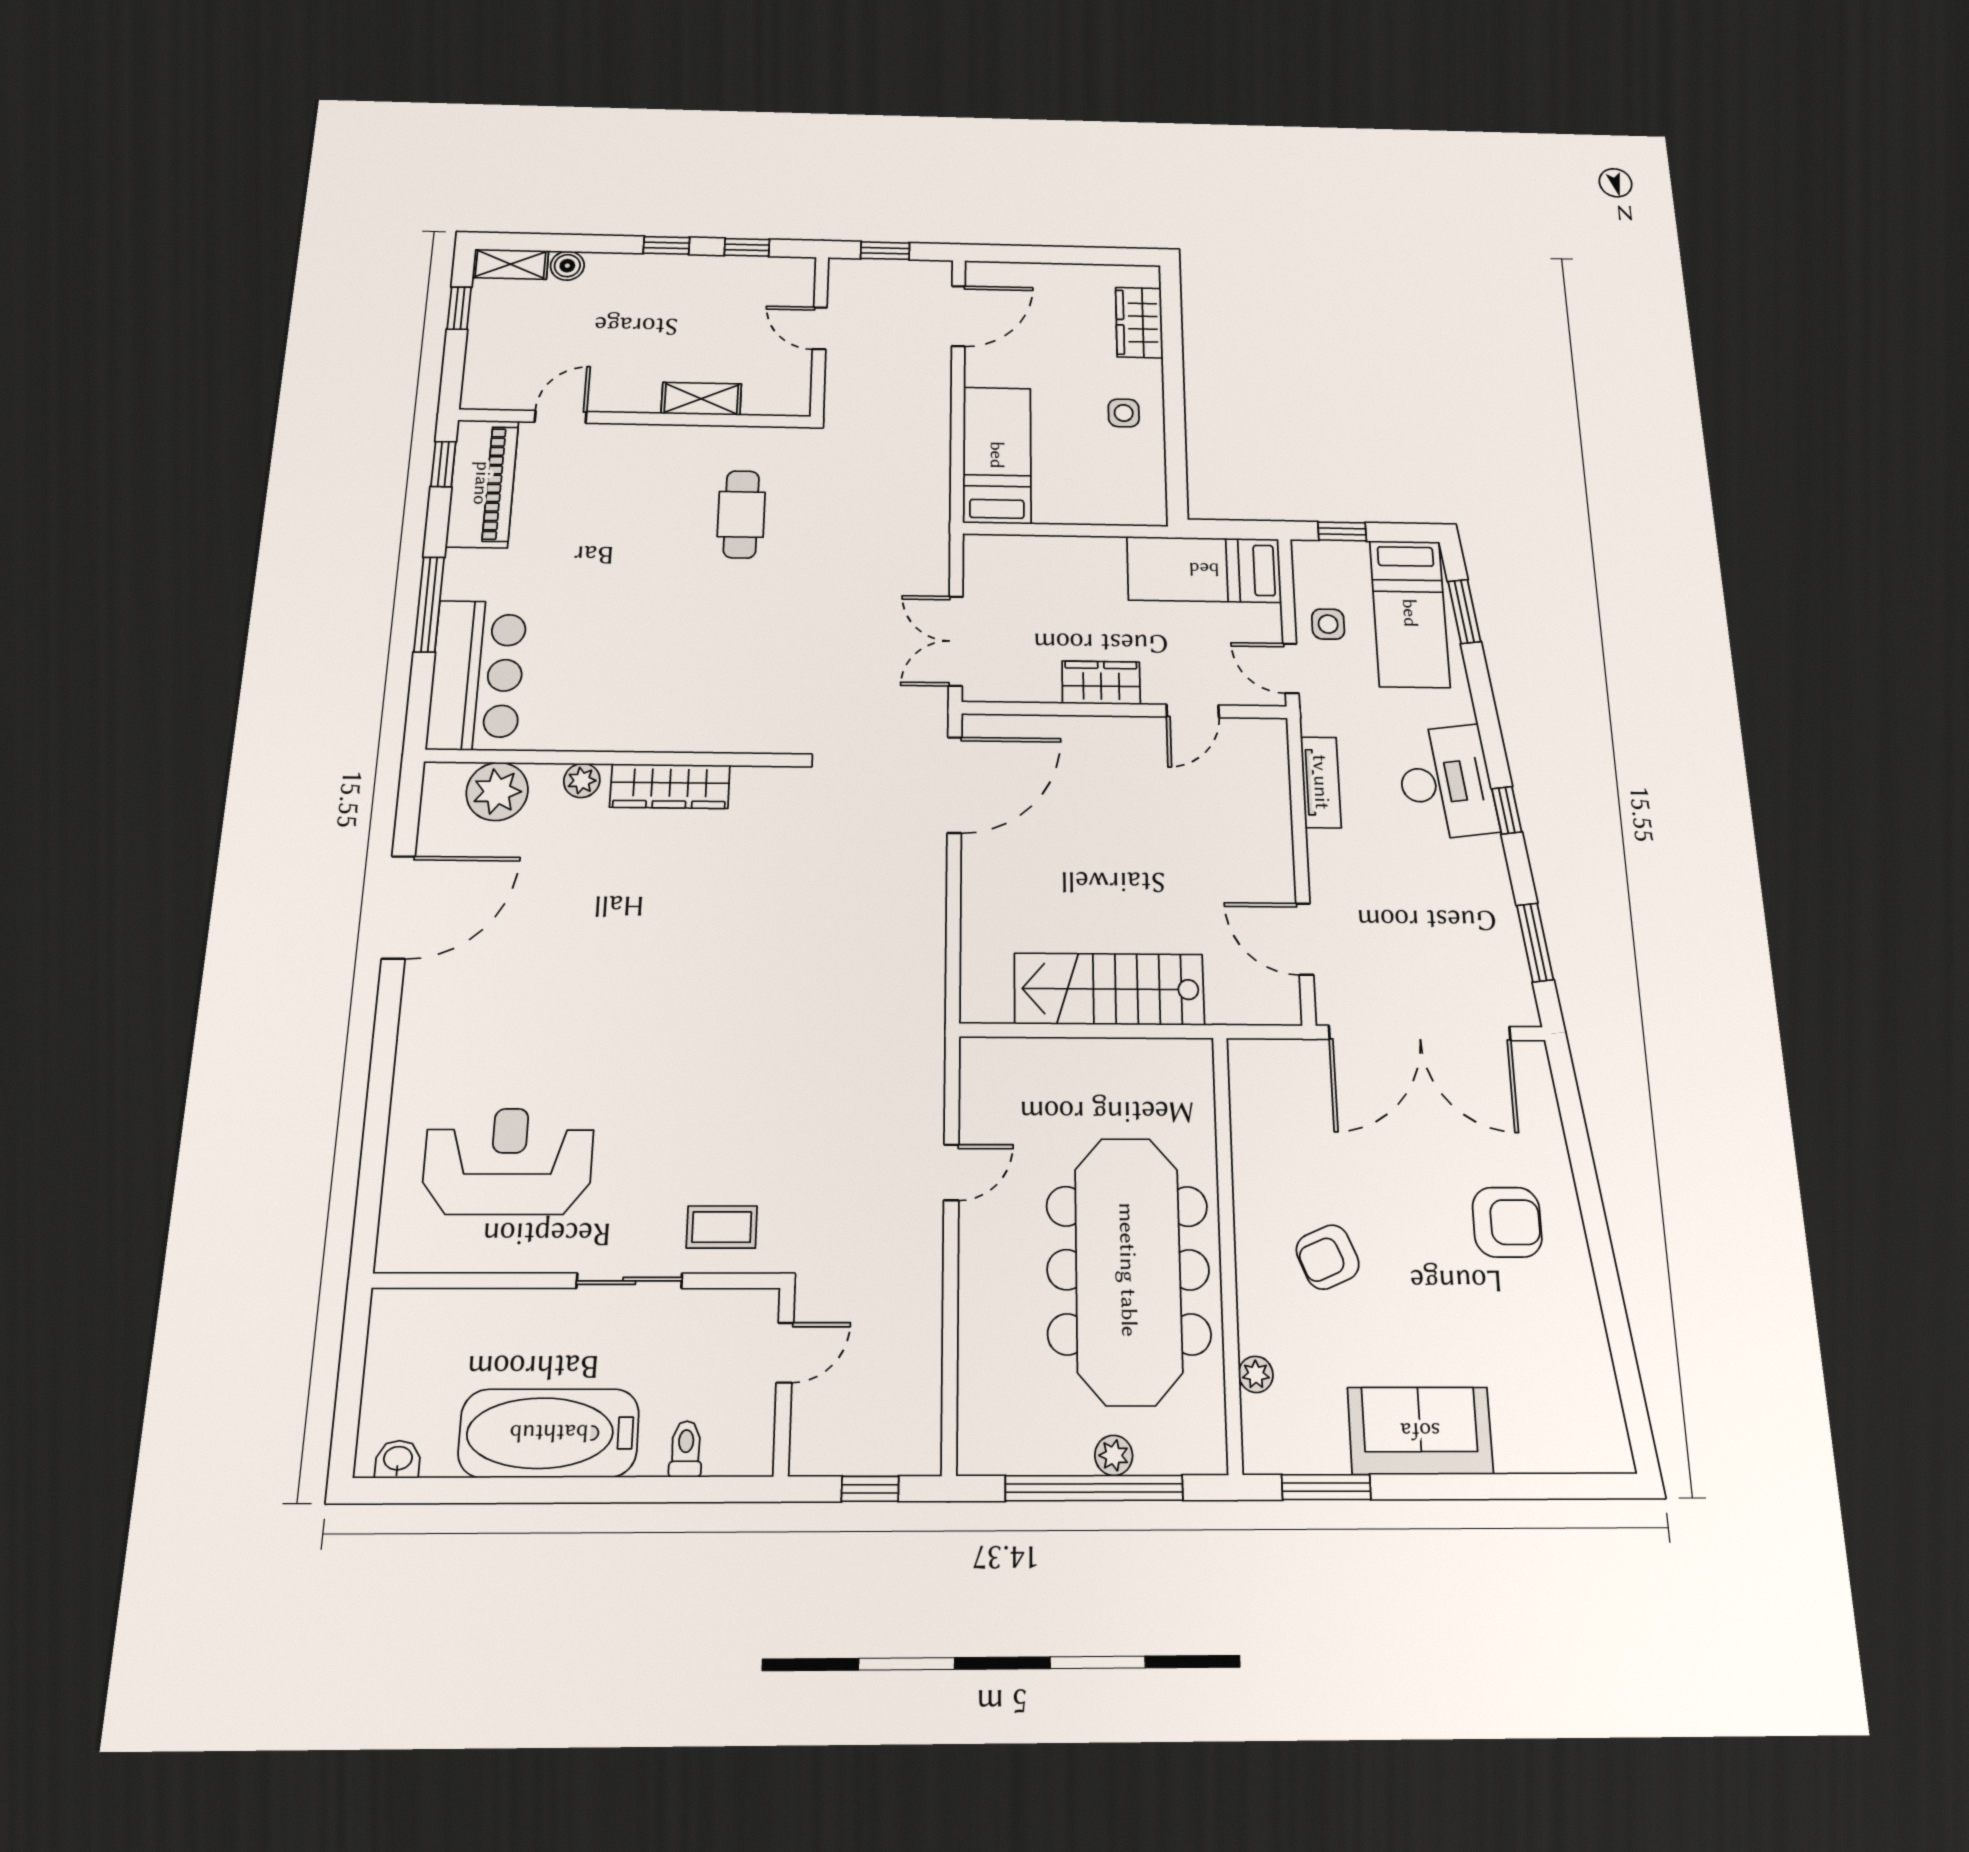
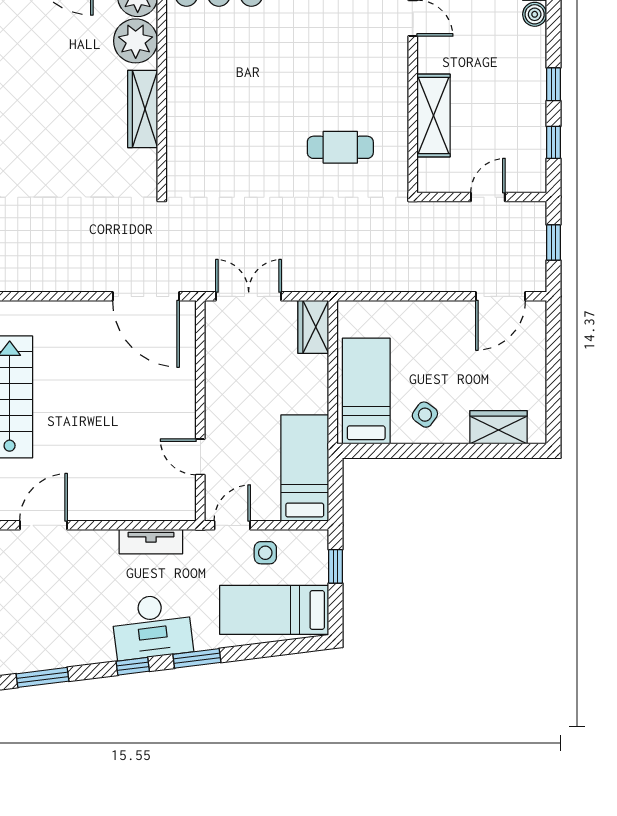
door: (958, 316) -> (501, 296), hinge flipped
shelving: (701, 399) -> (433, 116), width x1.50, depth x1.33
side table: (1124, 413) -> (425, 415), turned 36
bed: (997, 455) -> (366, 391), moved, turned -90
window: (1464, 611) -> (197, 658), moved
wardrobe: (1101, 683) -> (313, 327), moved, turned 180
plant: (582, 781) -> (136, 41), width x1.87, depth x1.87

